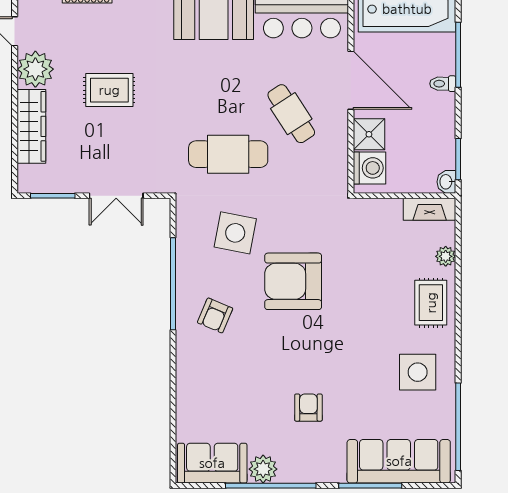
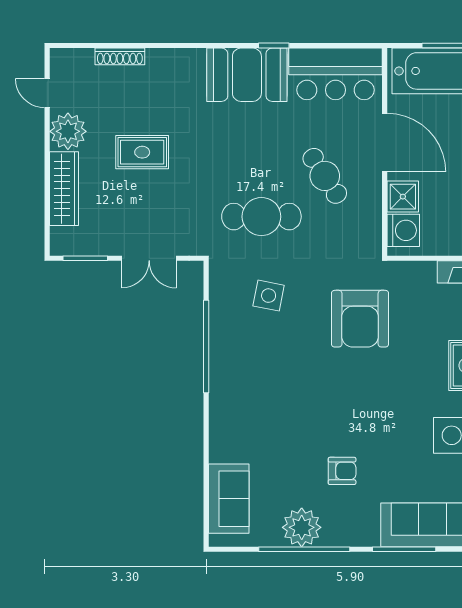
side table: (235, 233) -> (269, 296), width x0.73, depth x0.73
armchair: (293, 281) -> (360, 319), moved, turned -90
armchair: (215, 315) -> (248, 378), removed
armchair: (308, 408) -> (342, 471), turned 90
sofa: (212, 463) -> (229, 499), moved, turned 90
plant: (263, 469) -> (302, 527), width x1.36, depth x1.36

